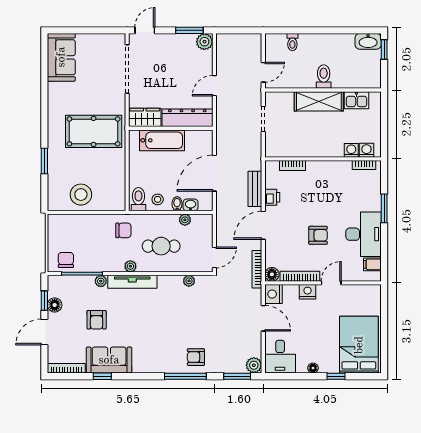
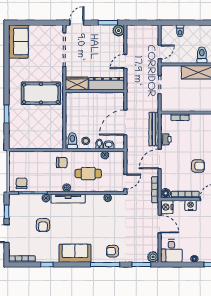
bathtub: (162, 140) -> (89, 100), removed
bench: (255, 189) -> (154, 129), width x1.36
stool: (81, 195) -> (32, 137), removed
floor lamp: (55, 305) -> (14, 215), removed
sofa: (109, 360) -> (75, 253), moved

